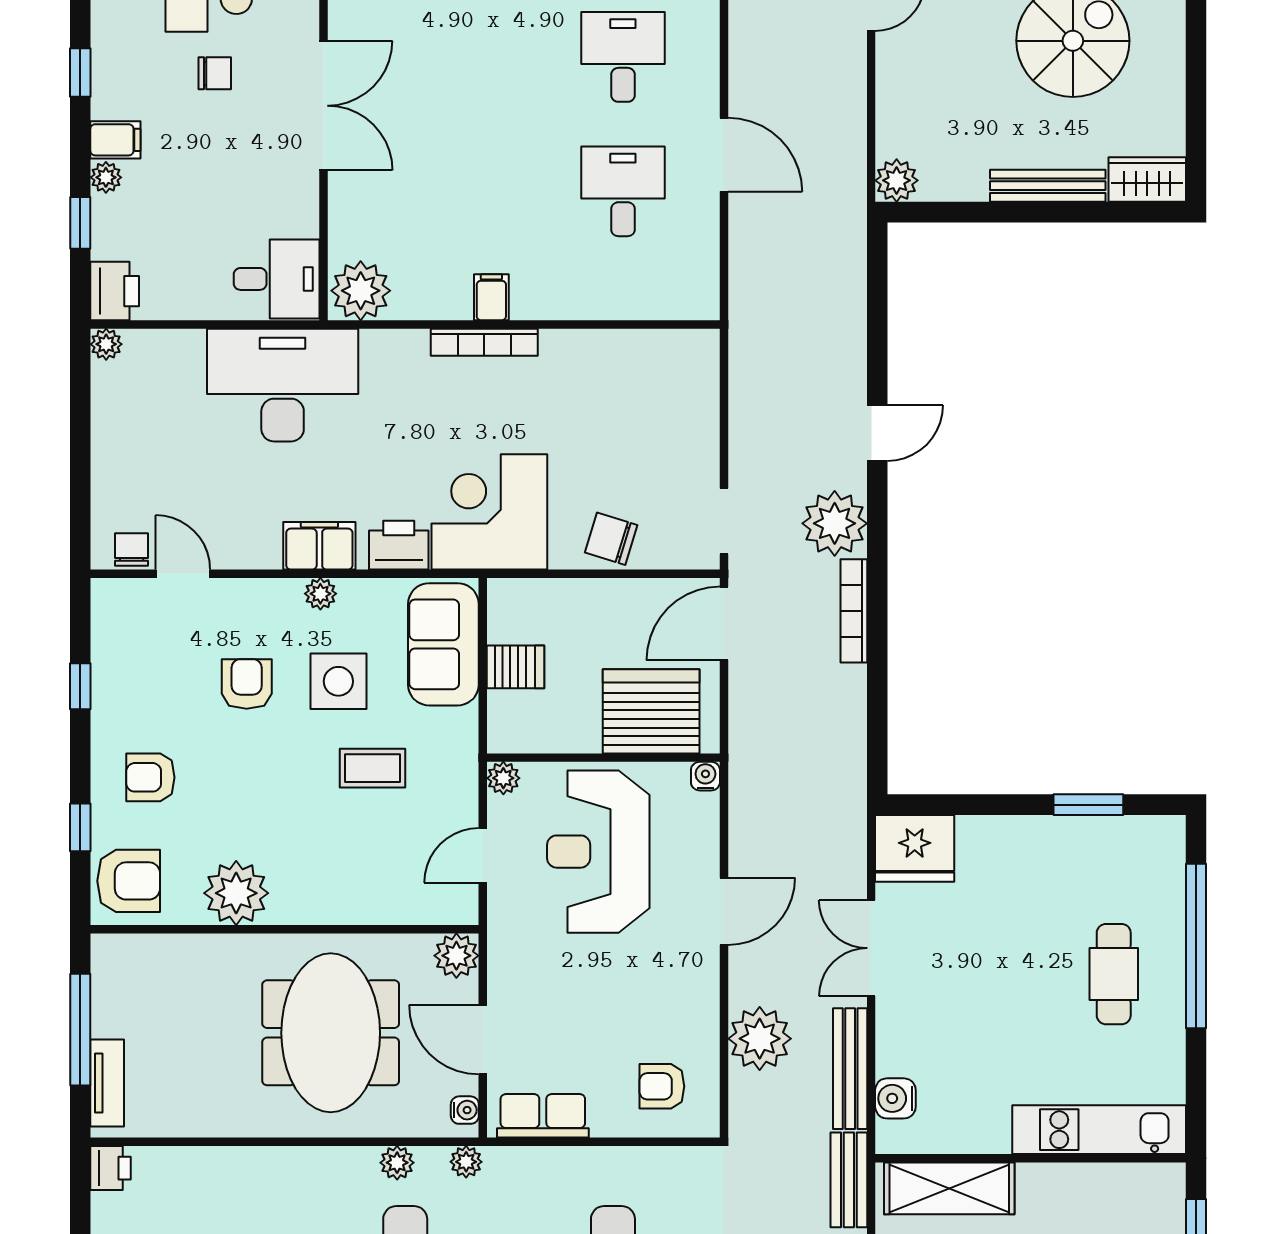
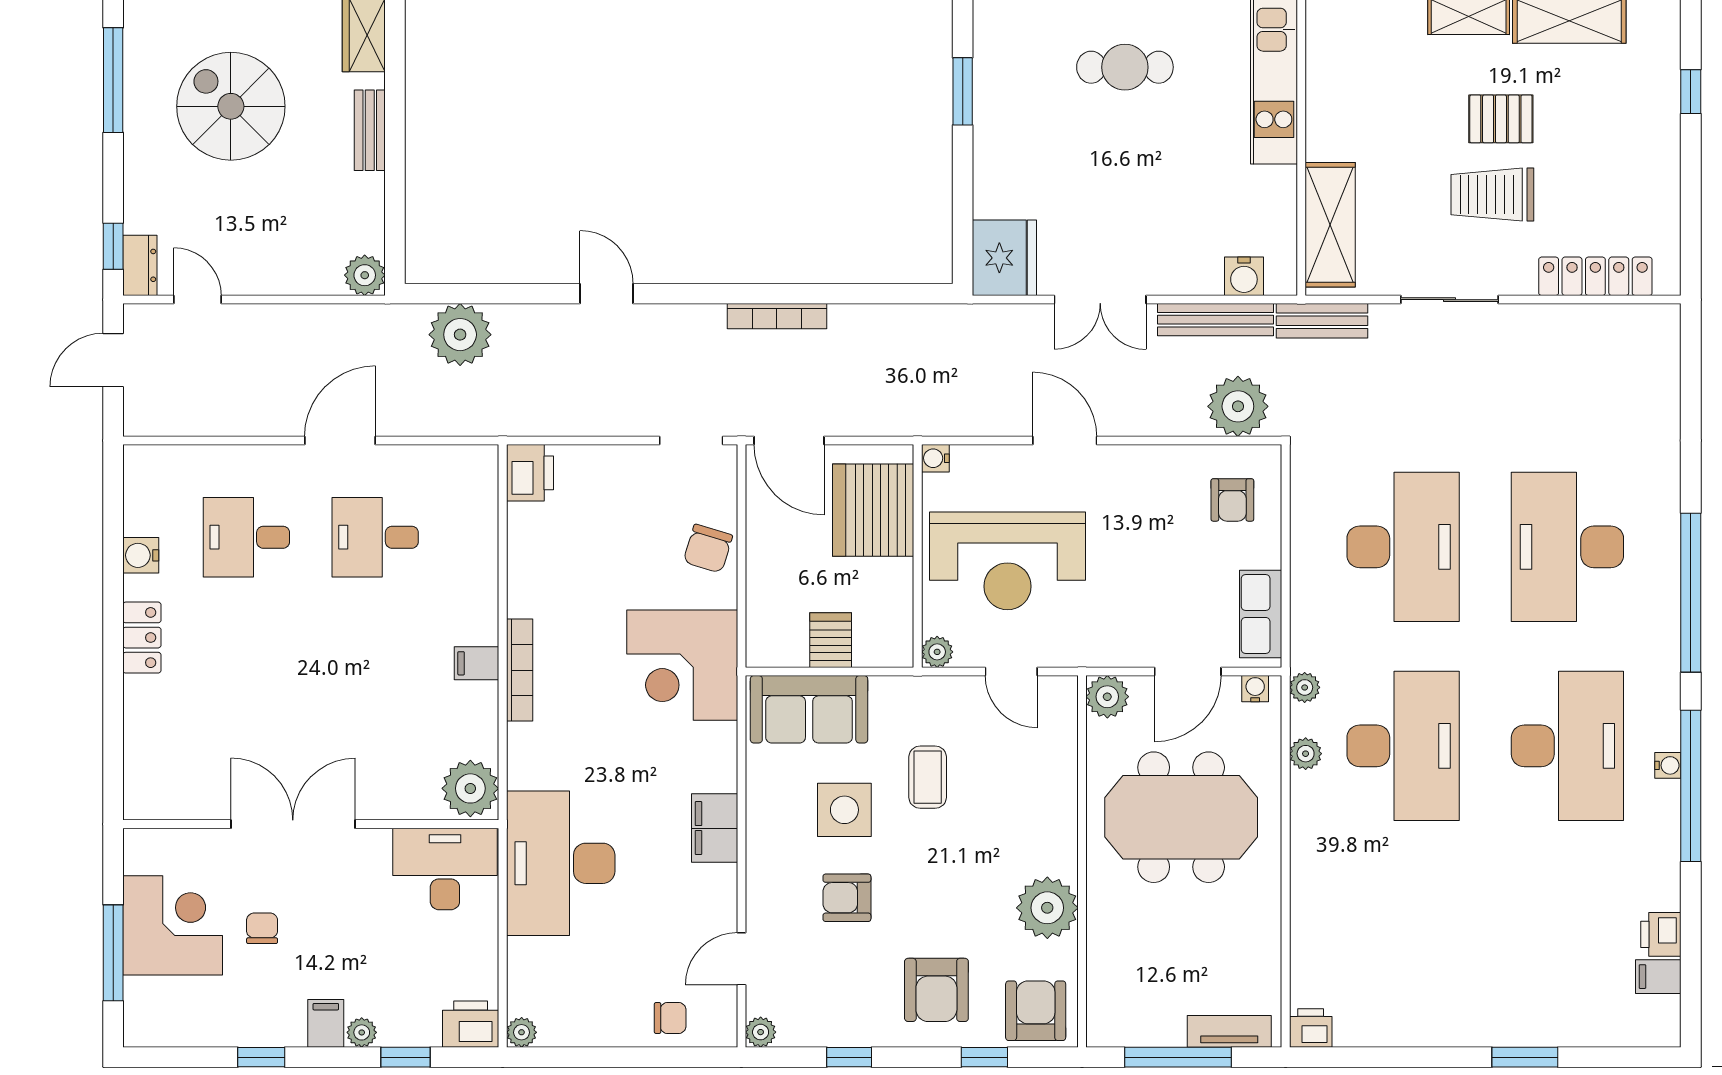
bench: (1048, 186) -> (370, 130), width x0.73
desk: (277, 279) -> (445, 869), width x1.37
plant: (835, 523) -> (460, 335), moved
printer: (399, 545) -> (530, 473), moved, turned 180
chair: (132, 550) -> (670, 1018), moved, turned 180
plant: (320, 594) -> (761, 1032), moved
armchair: (150, 777) -> (936, 990), width x1.38, depth x1.38
plant: (760, 1039) -> (1238, 406), moved

